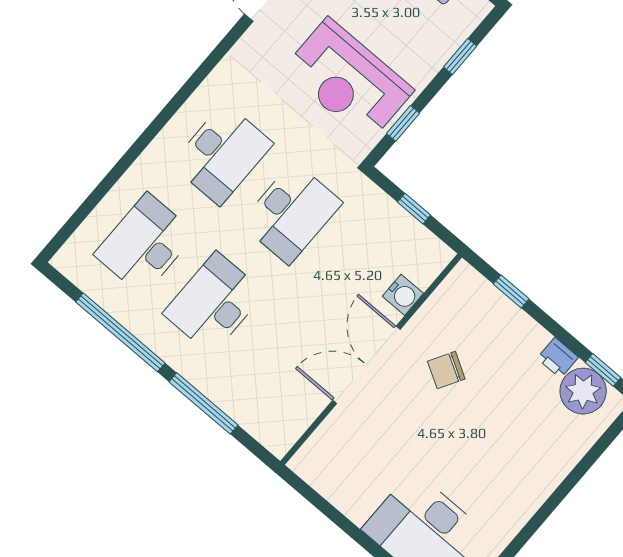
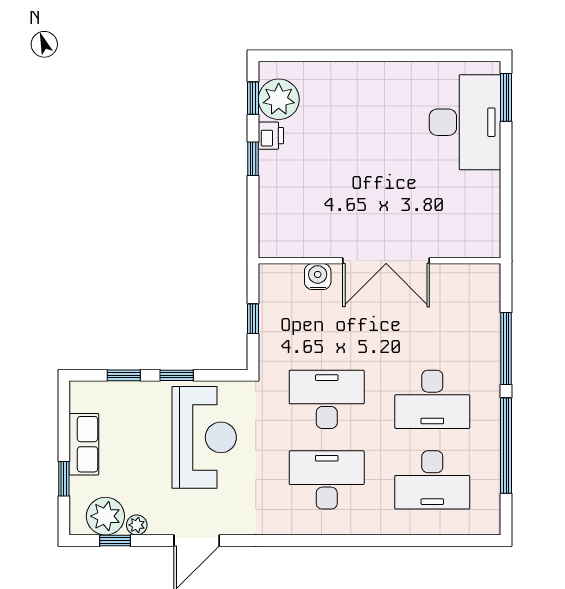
window: (403, 123) -> (177, 375), moved
window: (511, 291) -> (253, 159), moved
chair: (446, 370) -> (343, 204), removed

